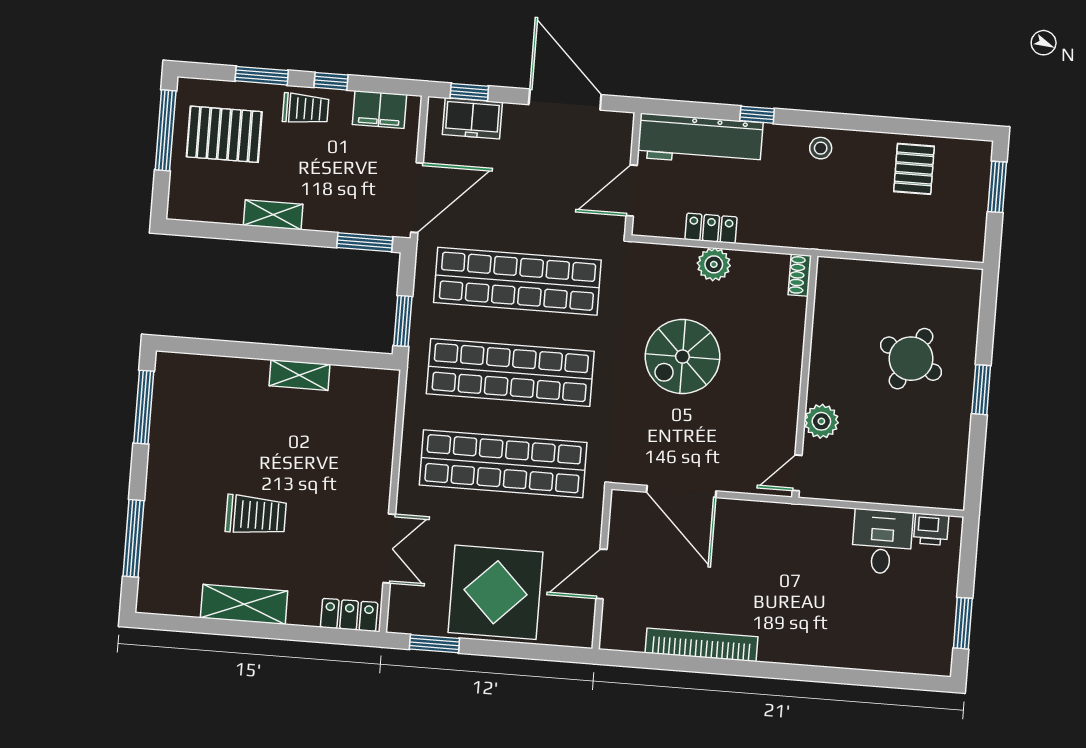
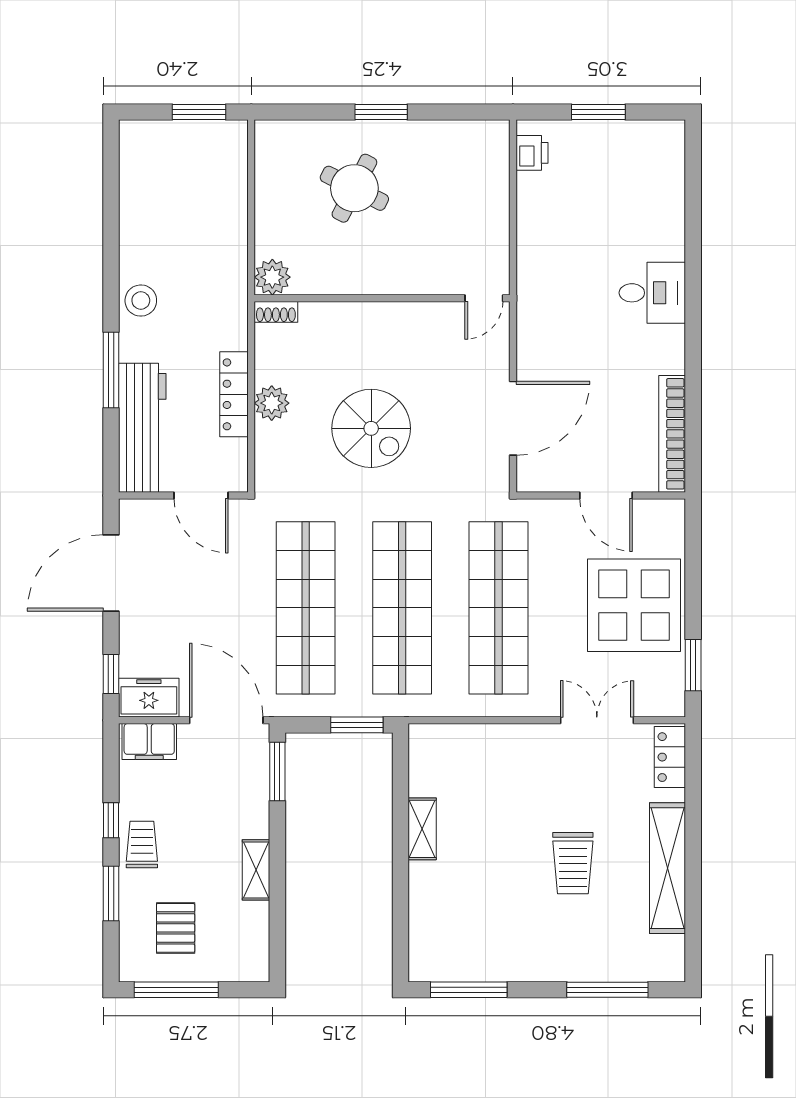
filing cabinet: (380, 110) -> (149, 741), moved, turned 90
window: (757, 115) -> (111, 370), width x2.17
freezer: (472, 118) -> (149, 698), moved, turned -90
pallet: (224, 134) -> (176, 928), width x0.67, depth x0.71
stool: (821, 148) -> (141, 301), width x1.37, depth x1.37
pallet: (914, 169) -> (155, 201), removed
window: (997, 187) -> (199, 112), moved
locker: (711, 228) -> (234, 394), width x1.53
plant: (821, 421) -> (272, 277), moved
door: (797, 473) -> (484, 298), hinge flipped
trolley: (256, 515) -> (573, 863), turned 180
desk: (882, 542) -> (652, 293), moved, turned 180
shelving: (244, 604) -> (668, 868), width x1.47
window: (963, 623) -> (598, 112), moved
bookcase: (702, 645) -> (672, 434), moved

